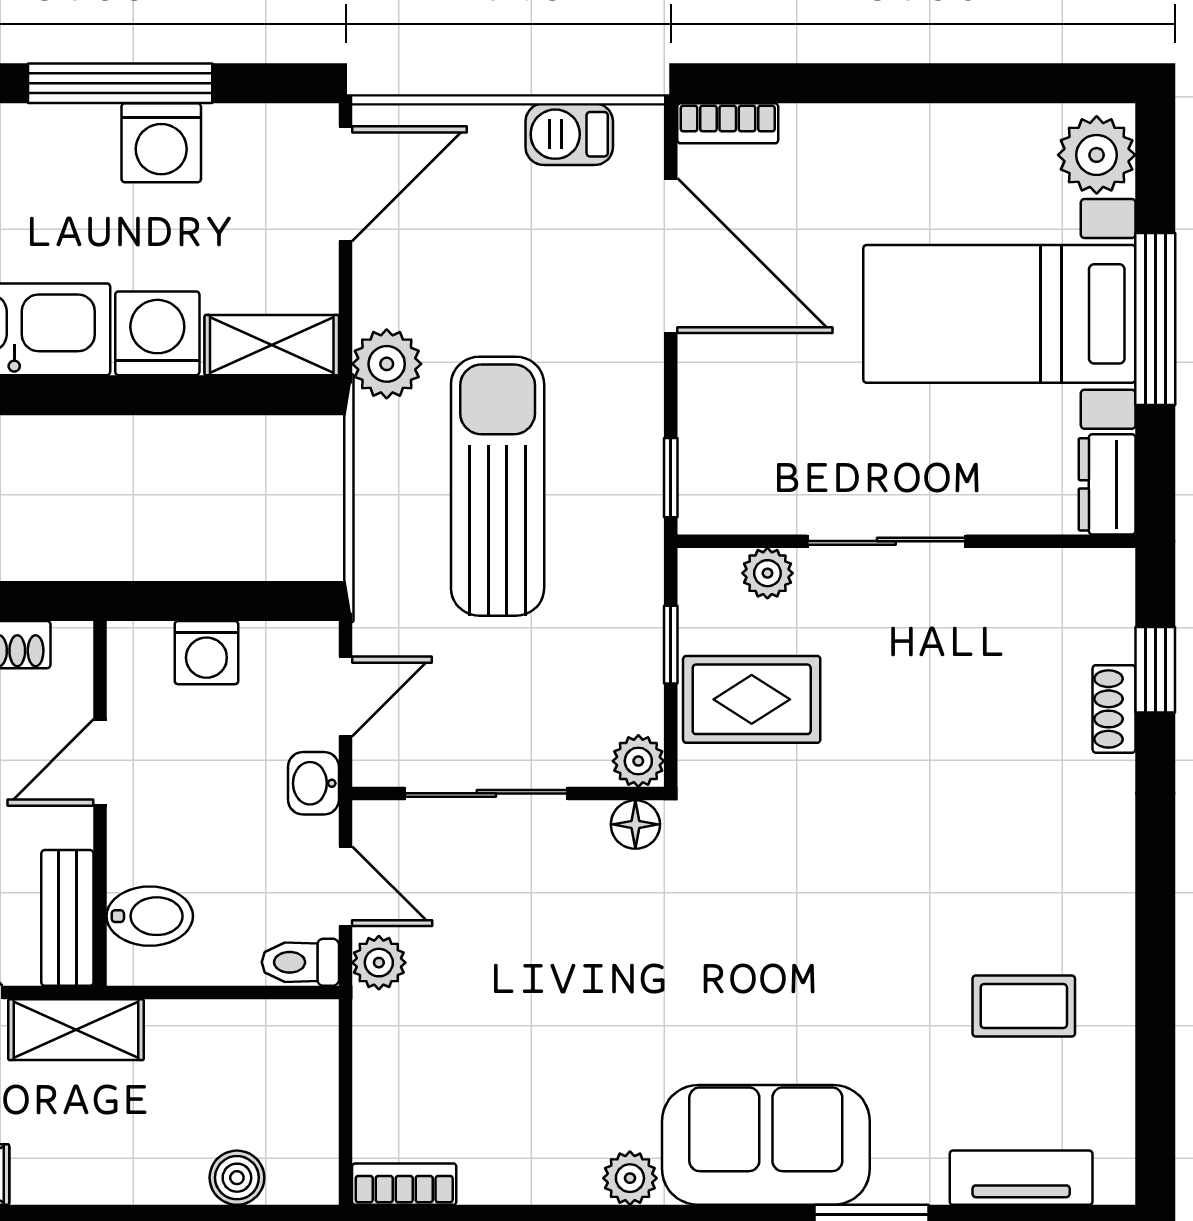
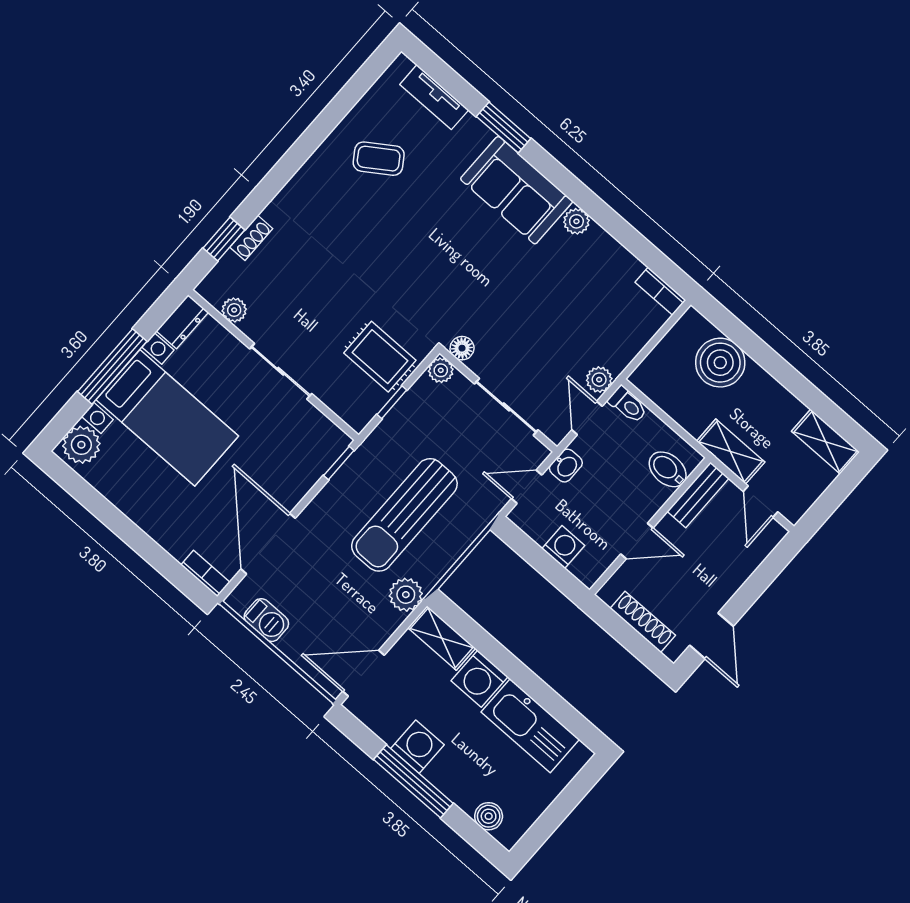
plant: (767, 573) -> (234, 310), moved
coffee table: (1024, 1006) -> (379, 159), turned -34
boiler: (237, 1178) -> (720, 363), width x1.86, depth x1.86

